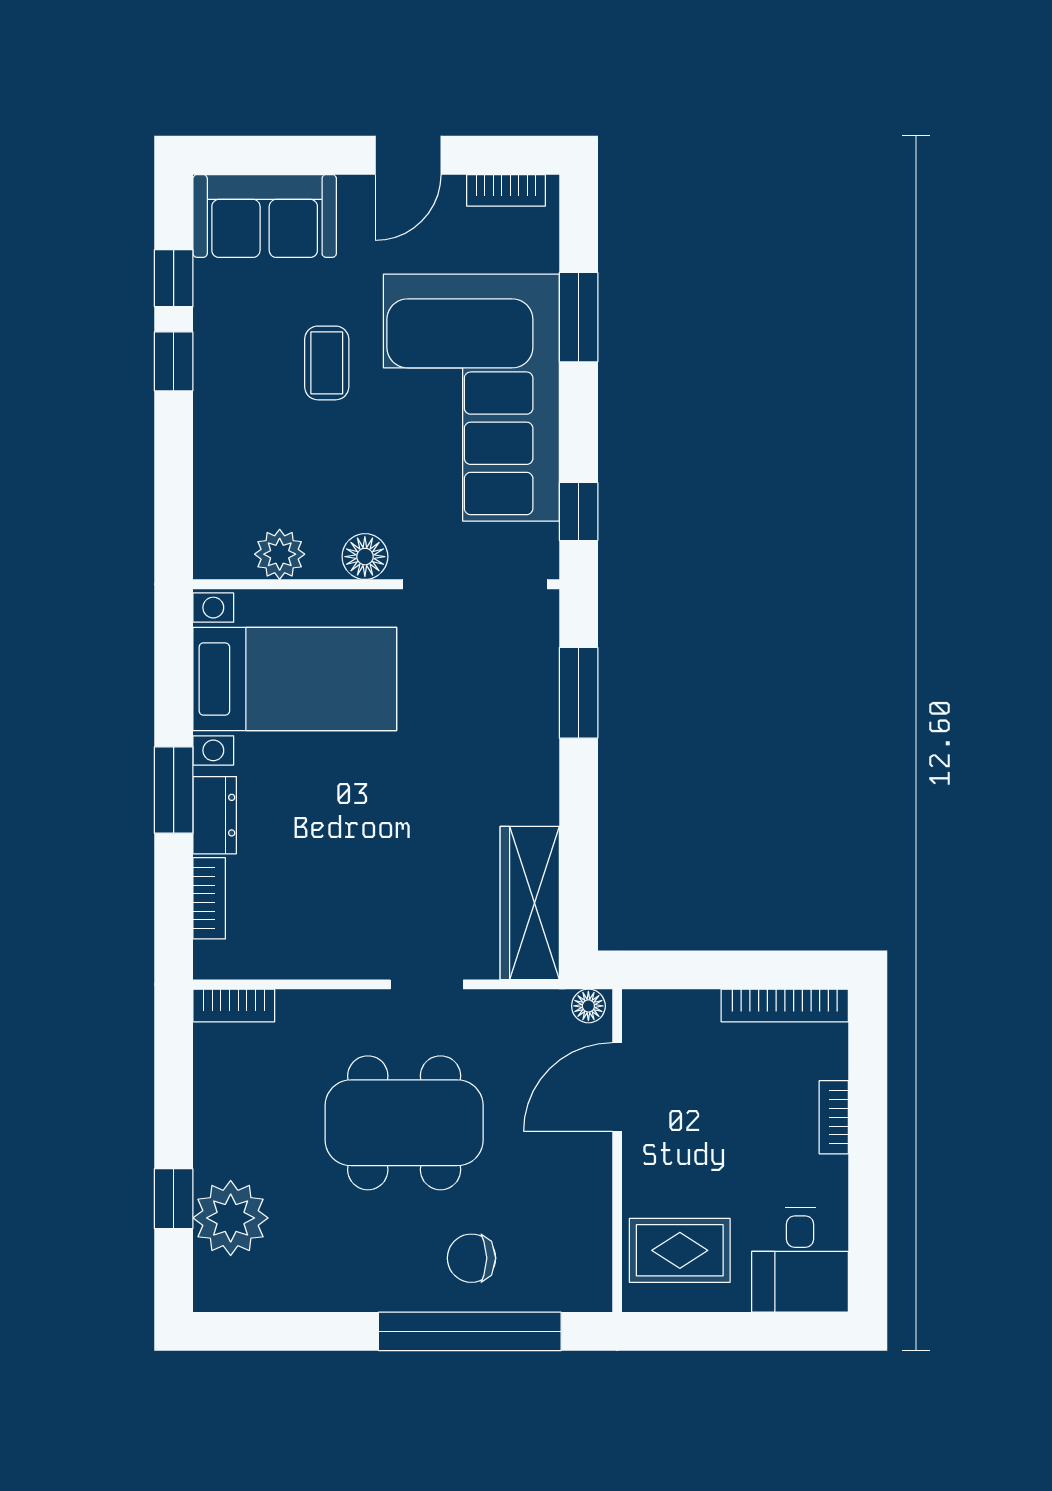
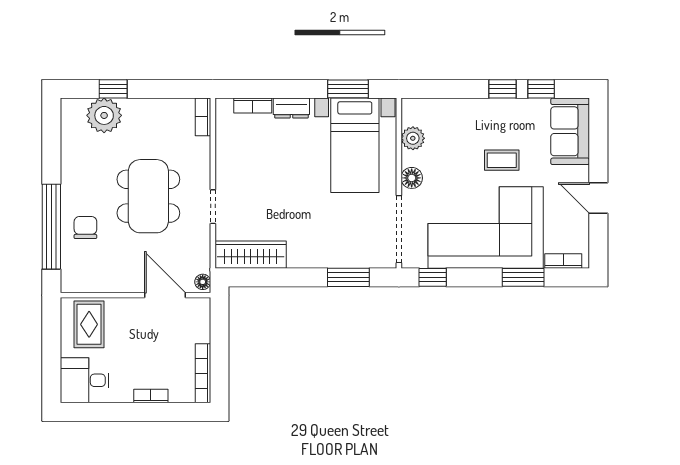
bookcase: (506, 190) -> (563, 261), moved, turned 90
window: (174, 790) -> (348, 89), moved

